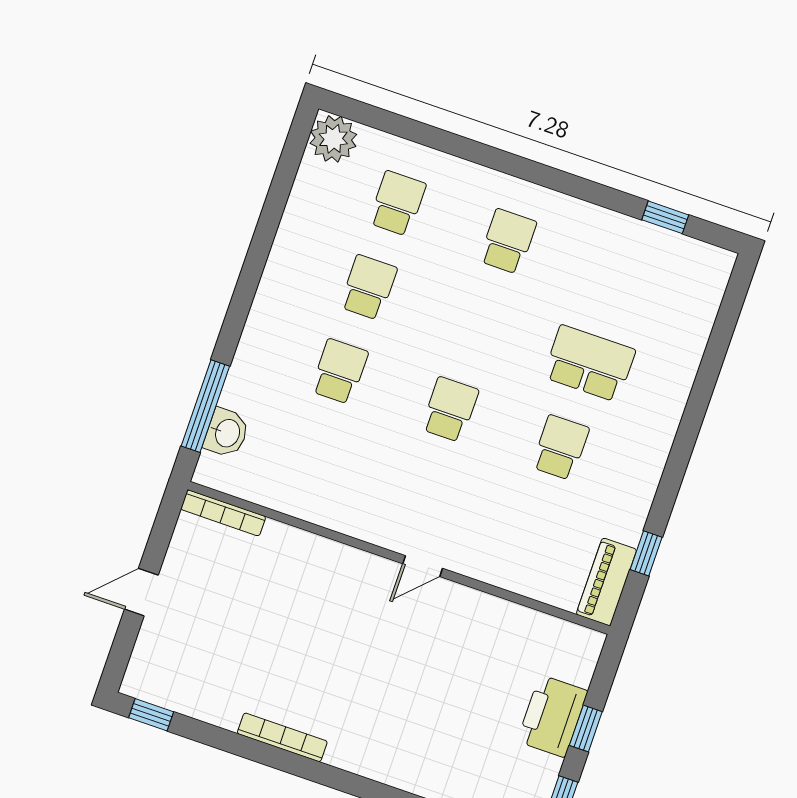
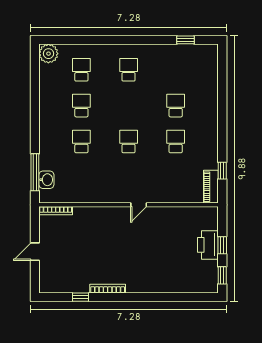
school desk: (589, 363) -> (176, 106), width x0.54
window: (151, 715) -> (81, 297), moved

